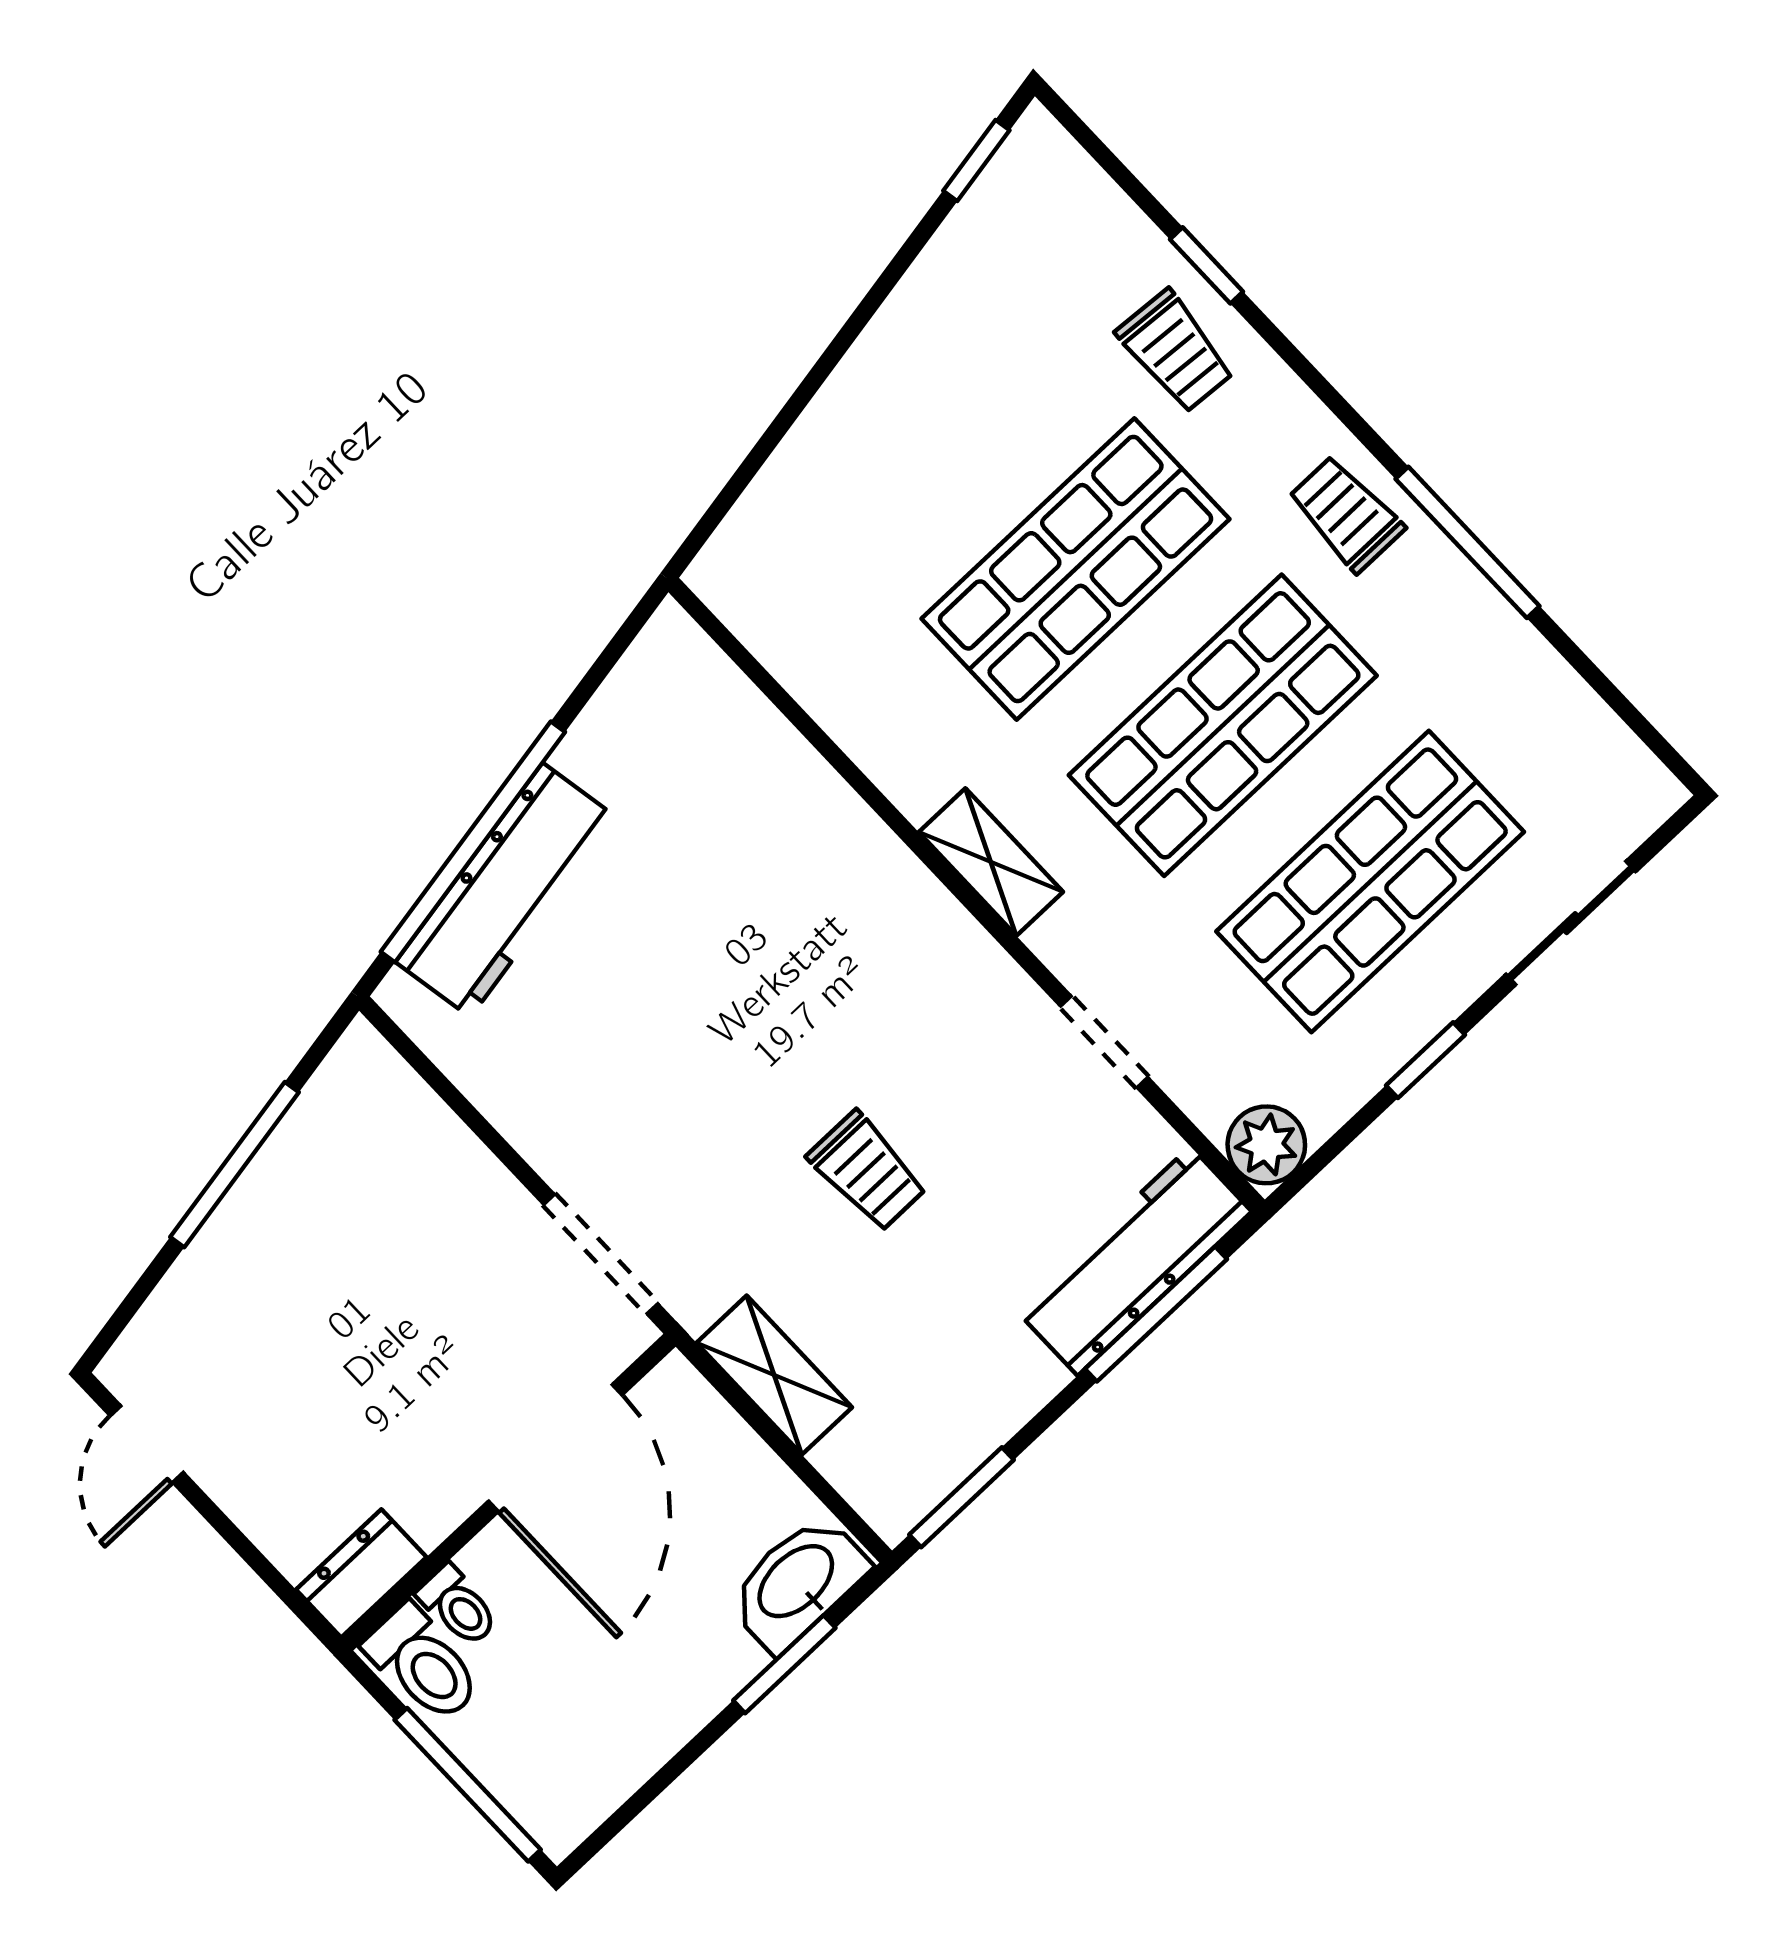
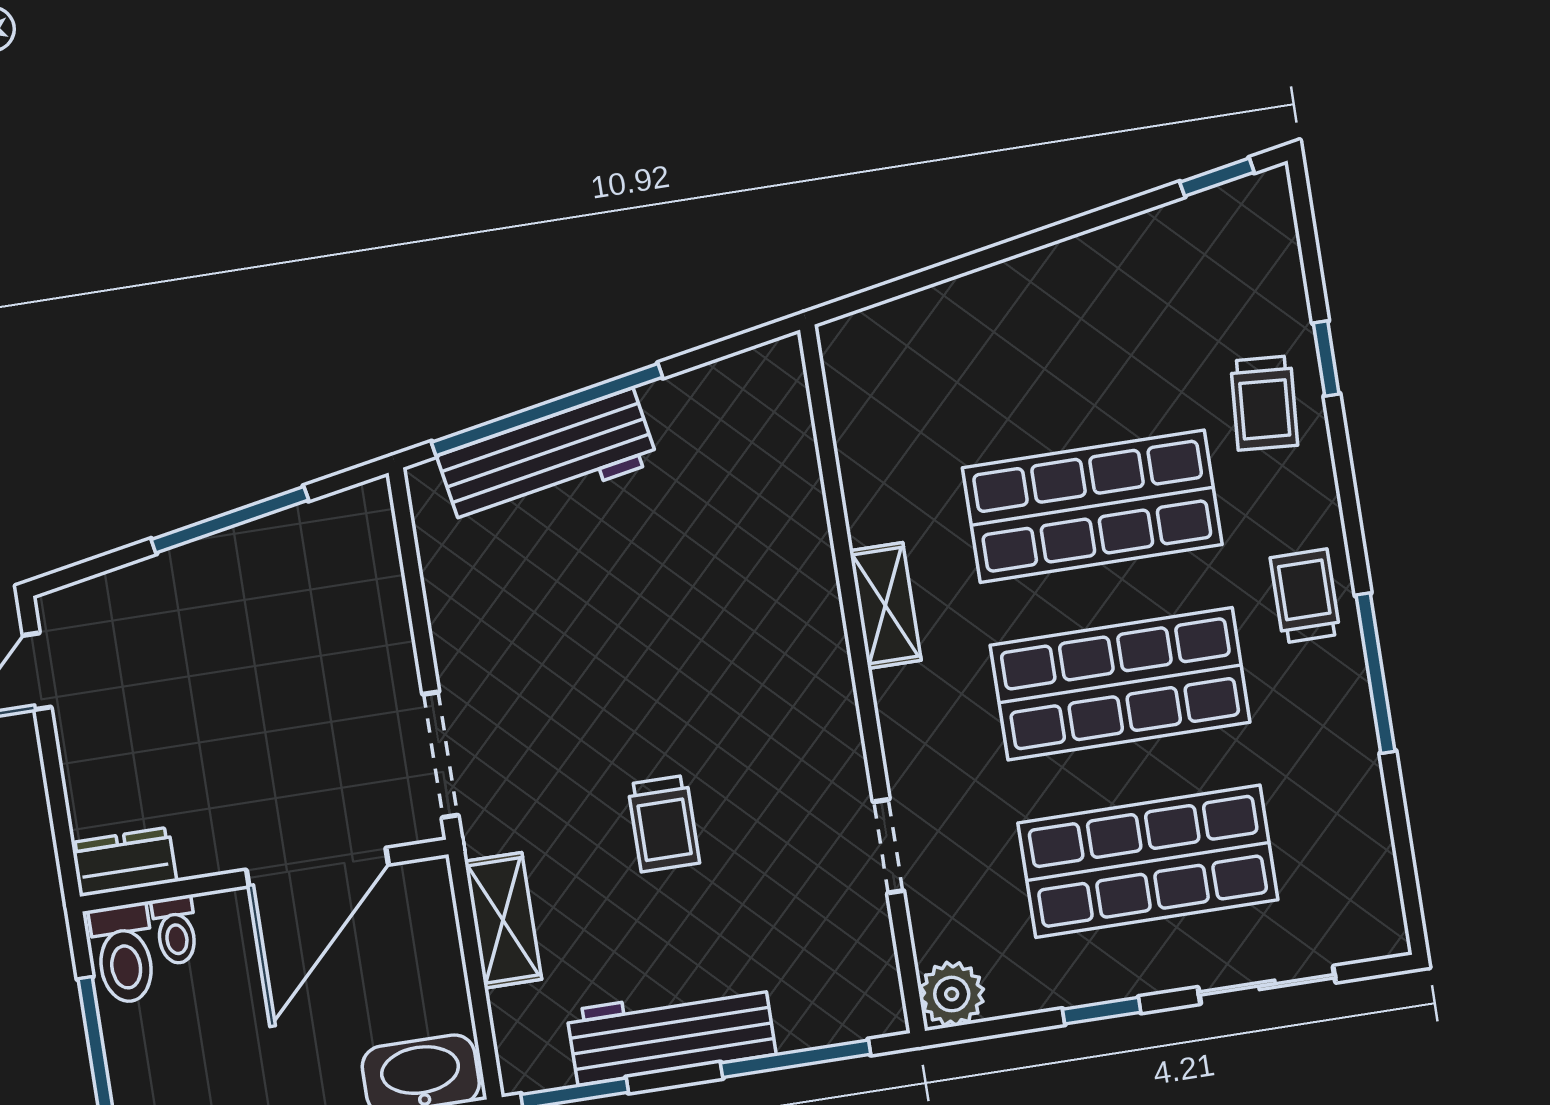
shelving: (991, 862) -> (885, 605), moved
workbench: (1134, 1261) -> (671, 1033), moved

